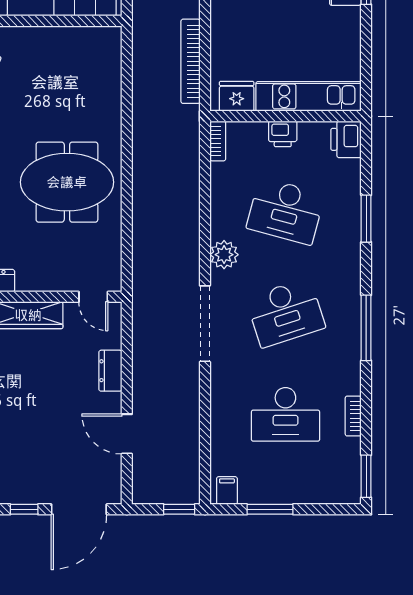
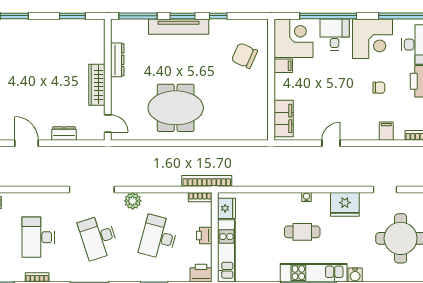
bookcase: (190, 61) -> (207, 181), moved
meeting table: (67, 182) -> (176, 108), turned 90
door: (93, 297) -> (108, 123), swing flipped
door: (127, 434) -> (27, 143), hinge flipped

